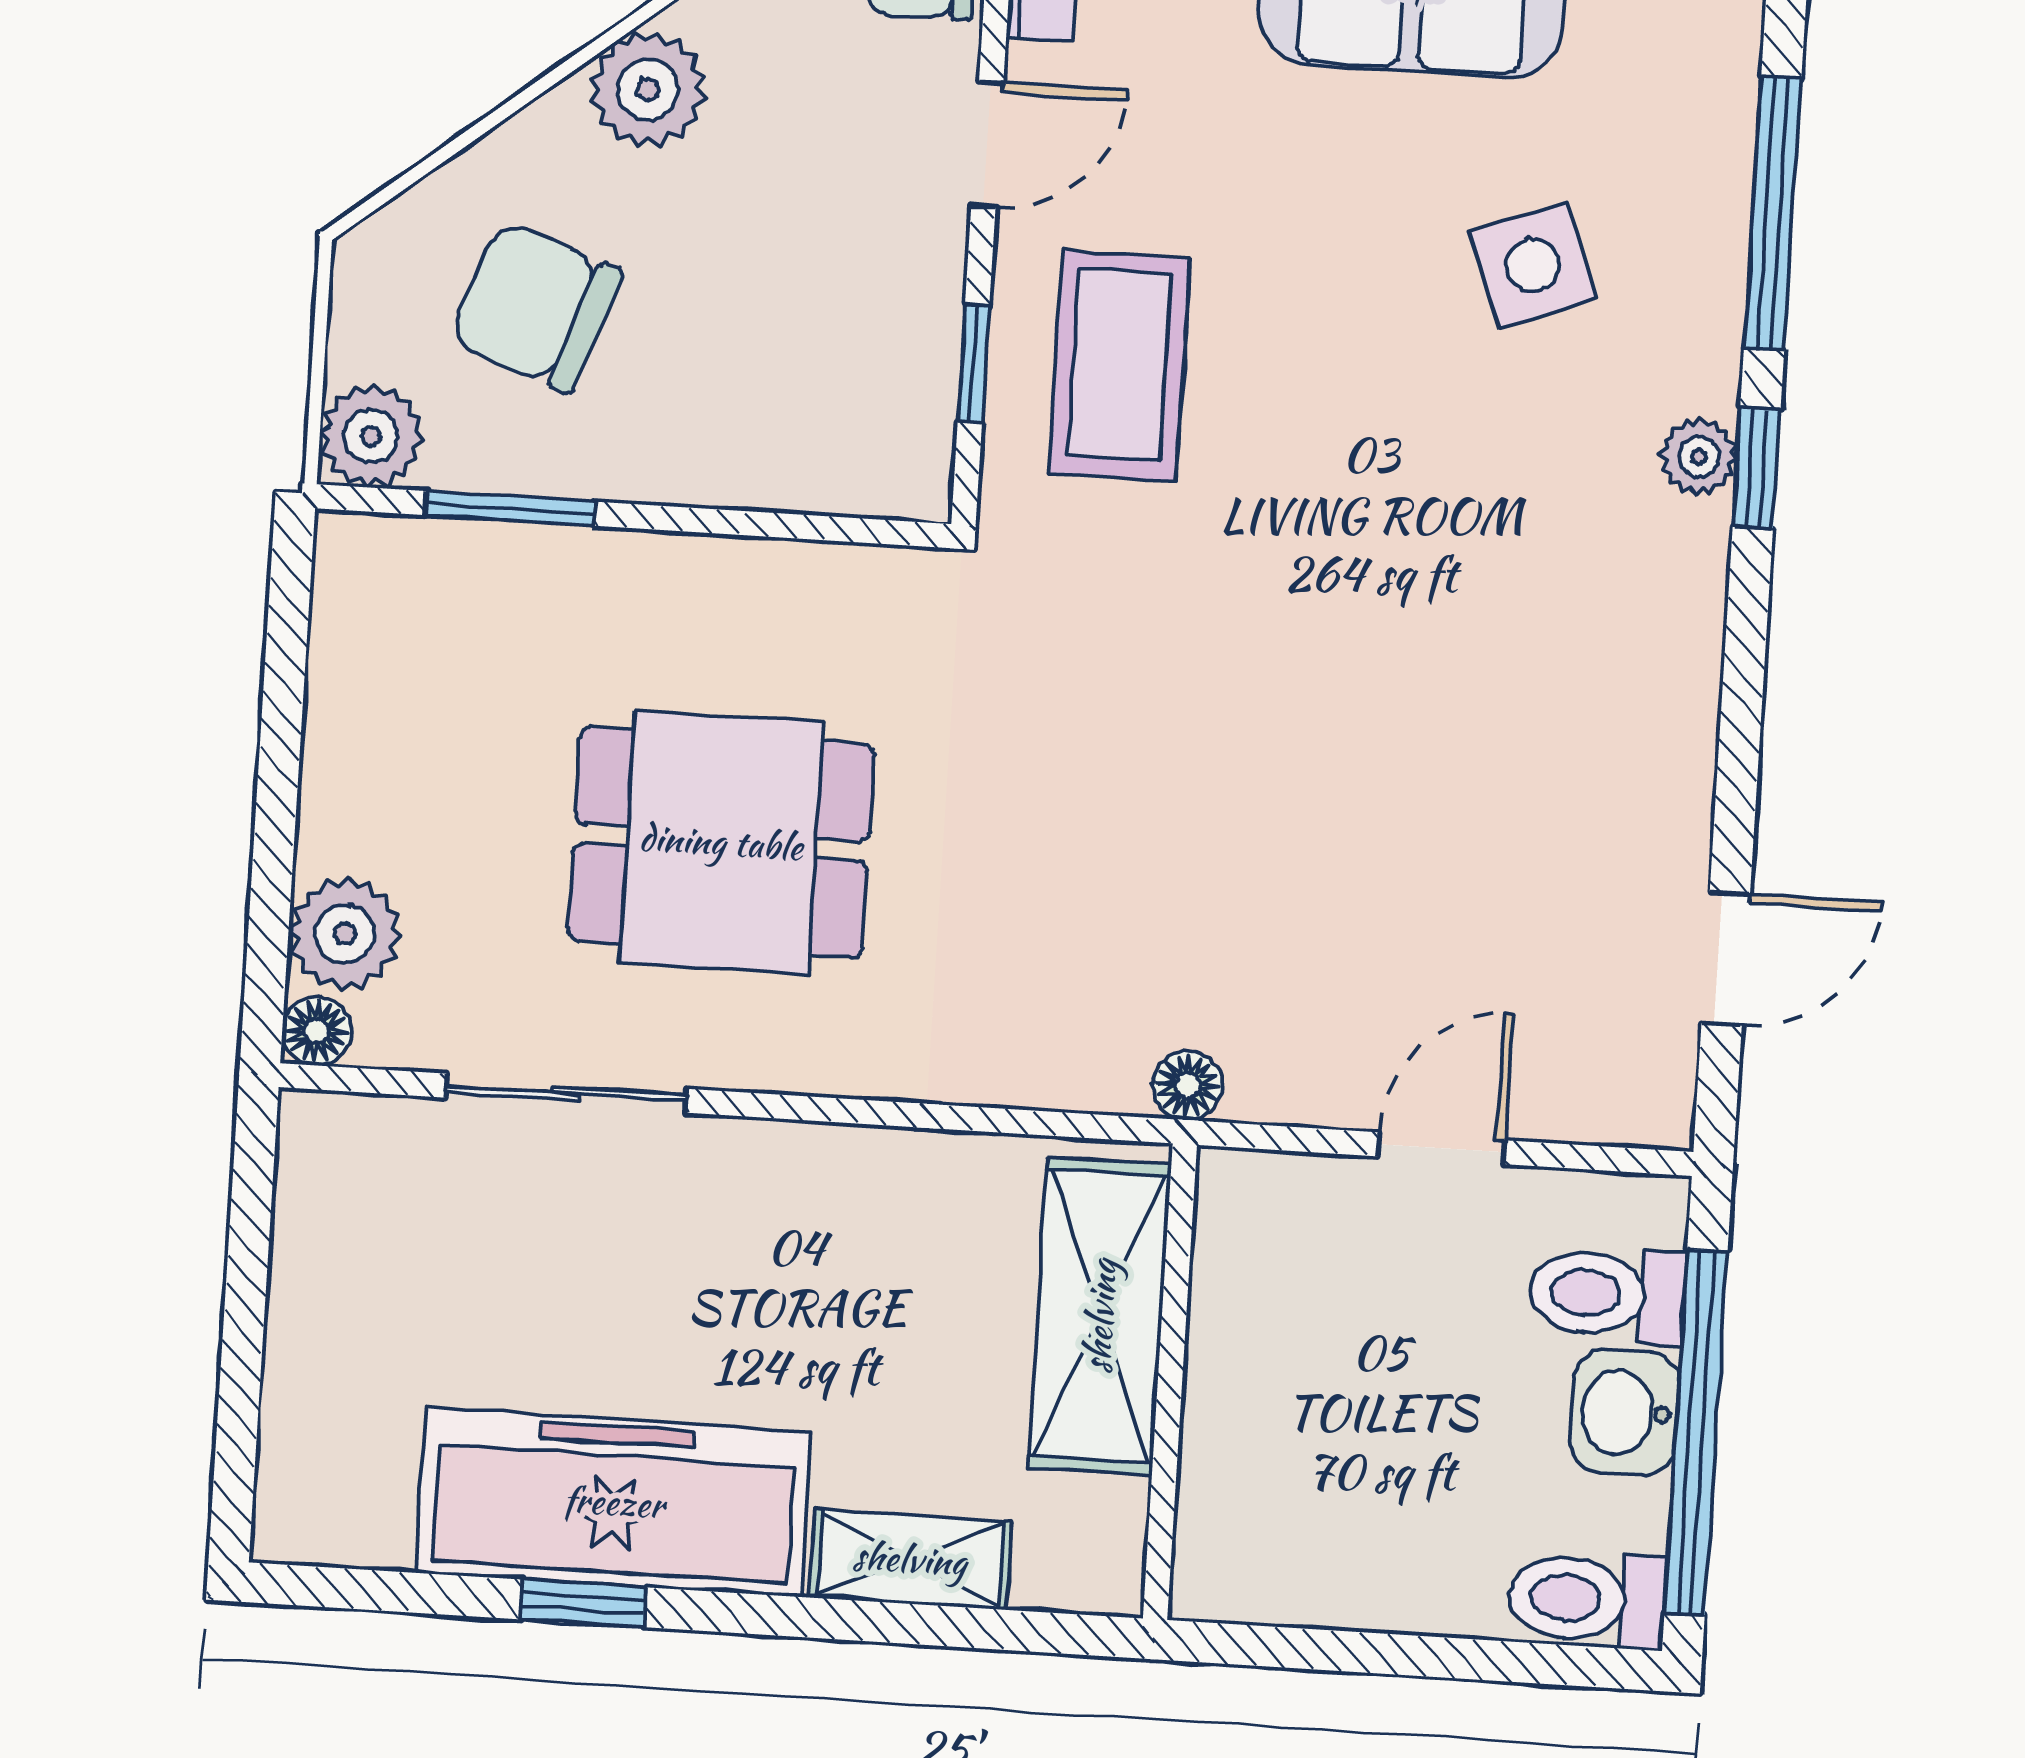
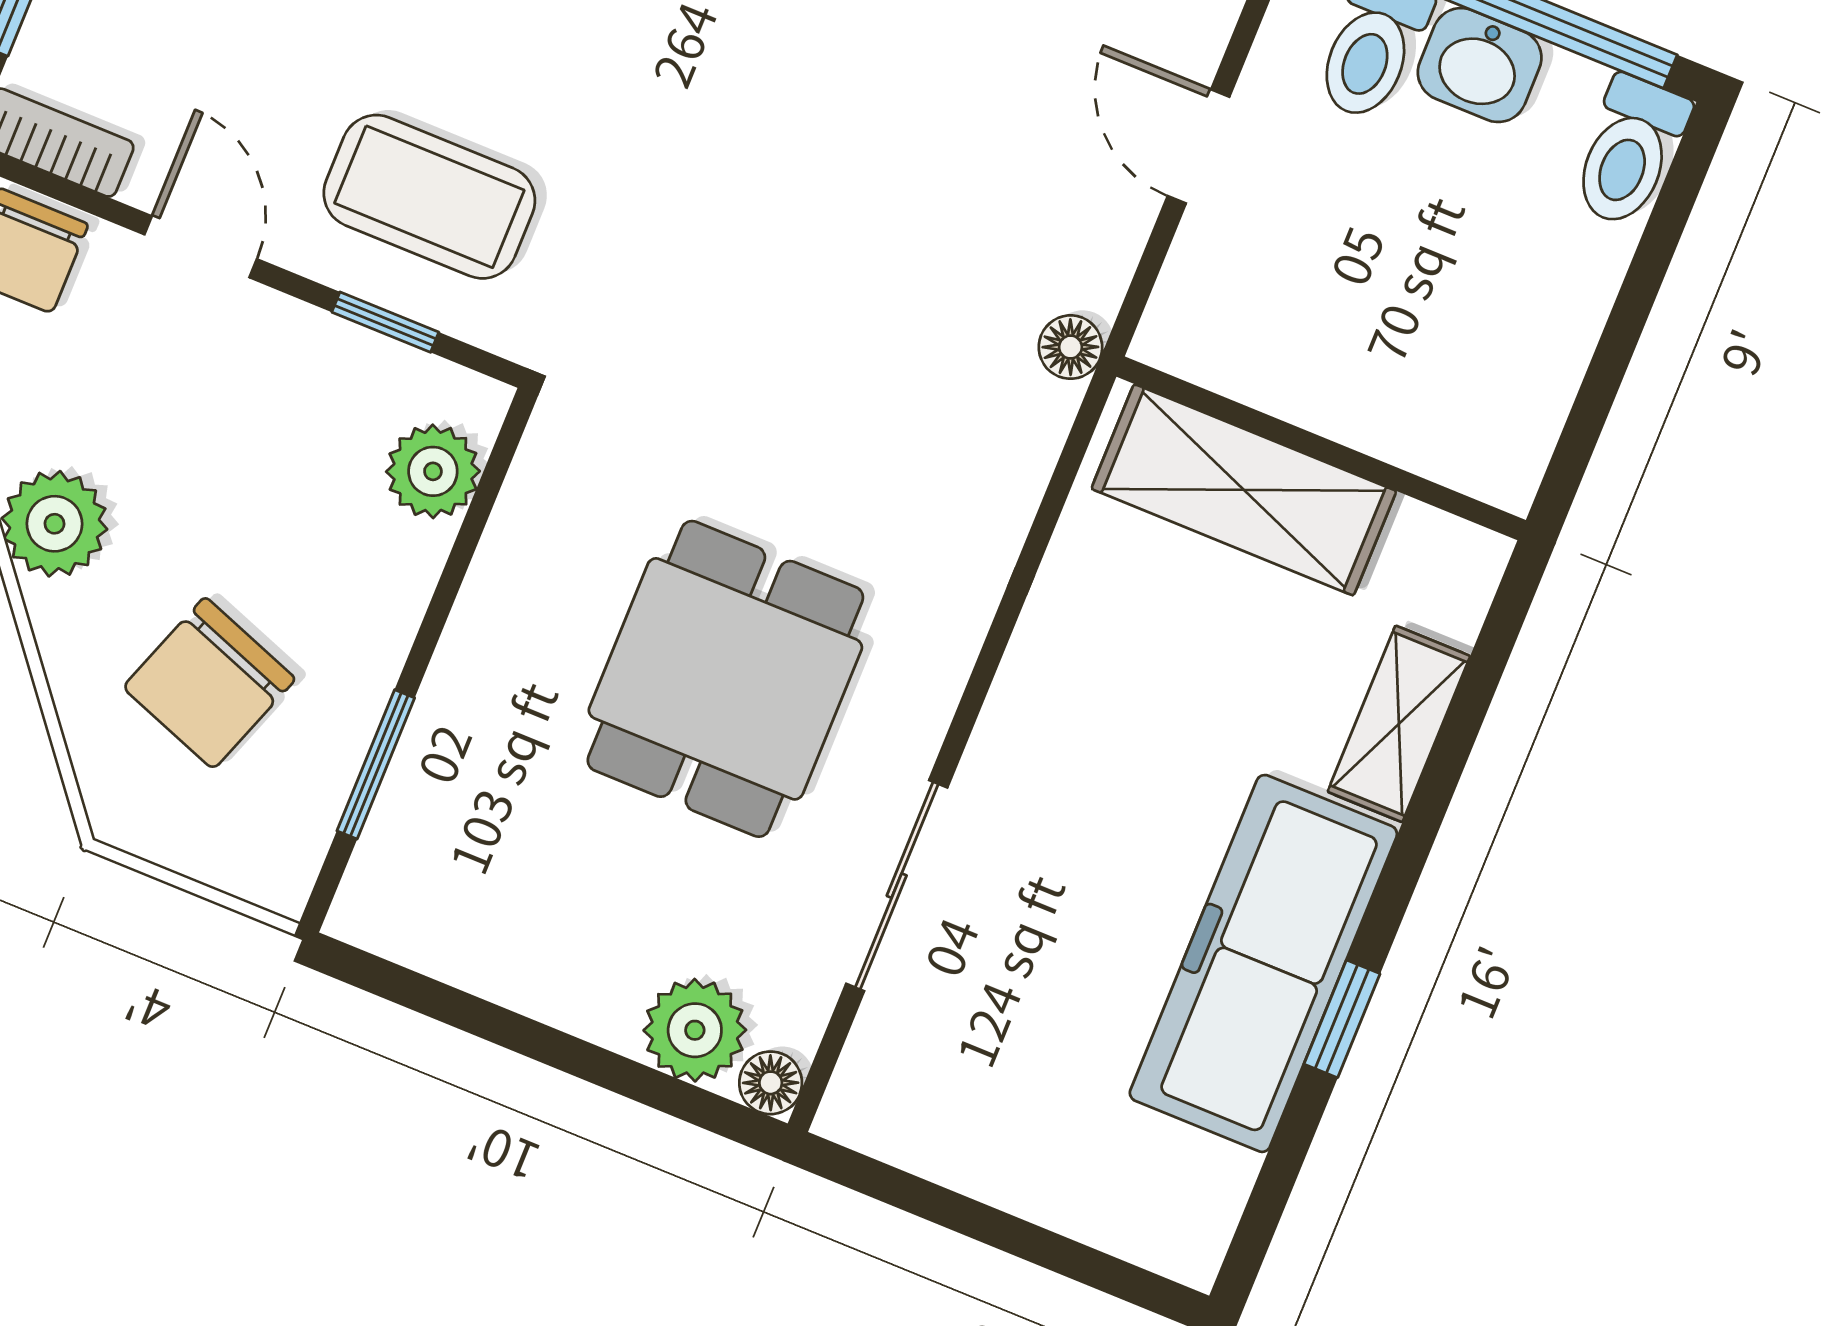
plant: (371, 436) -> (433, 471), moved

